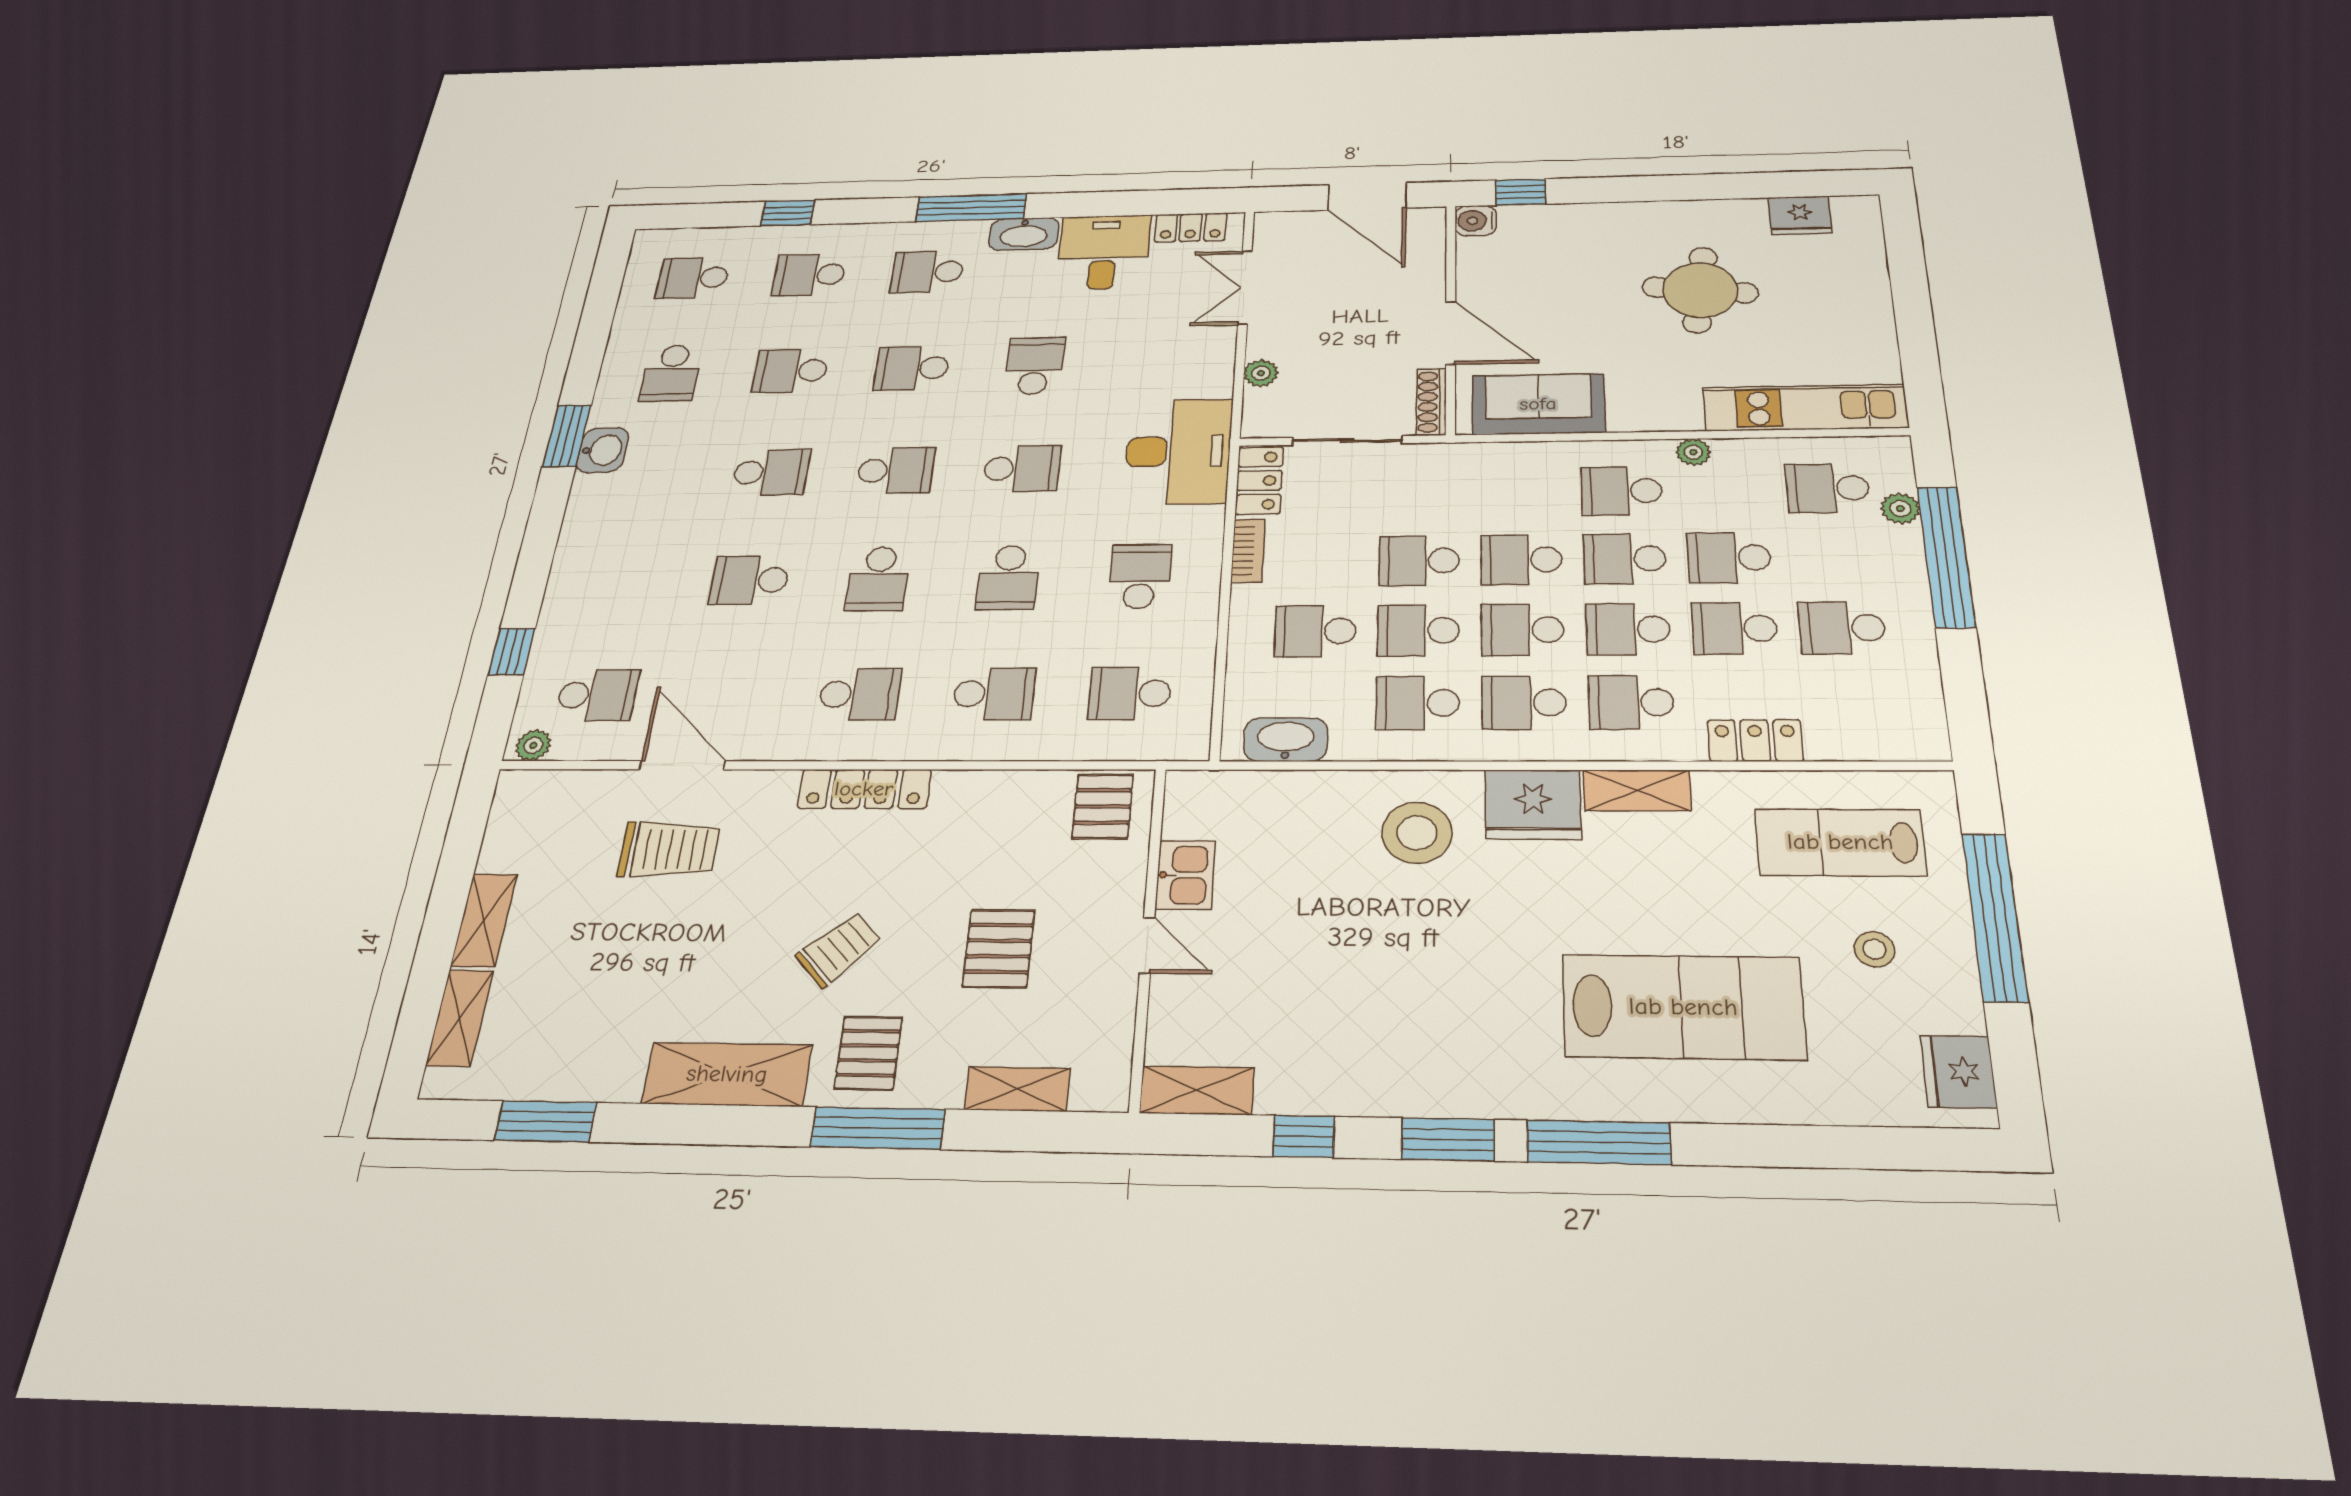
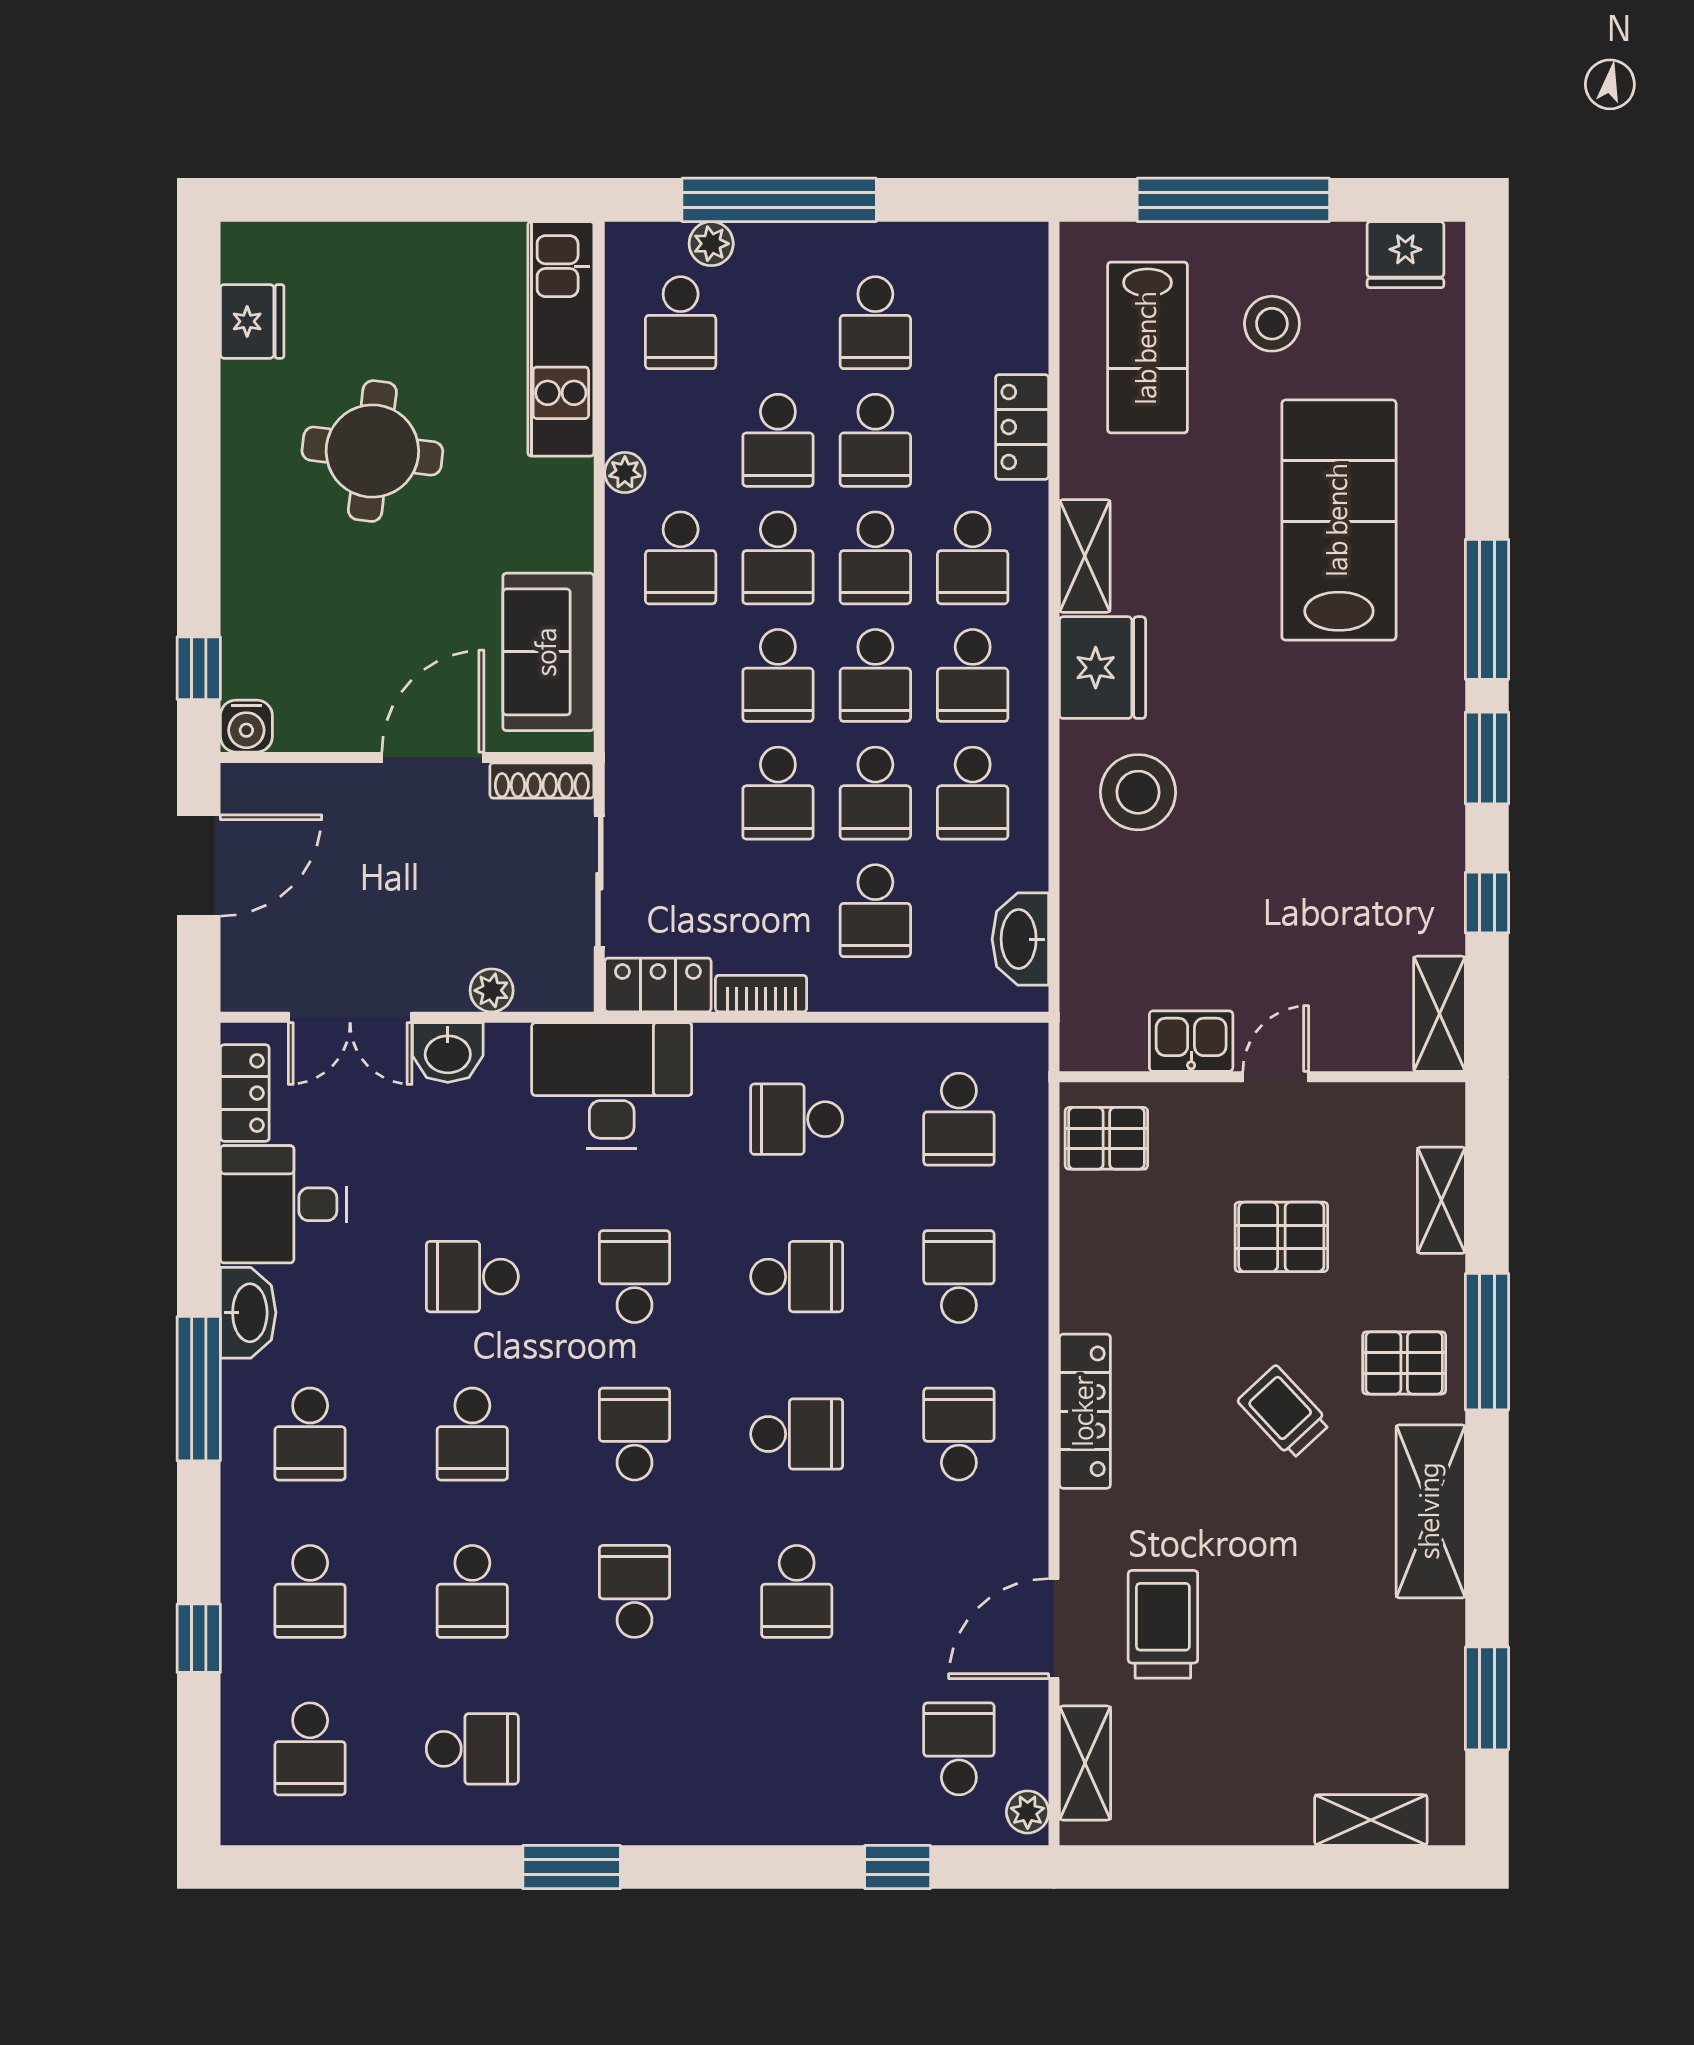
washbasin: (602, 450) -> (448, 1053), moved, turned 180
shelving: (484, 920) -> (1085, 1763), moved, turned 90
stool: (1874, 949) -> (1272, 324), width x1.37, depth x1.37

